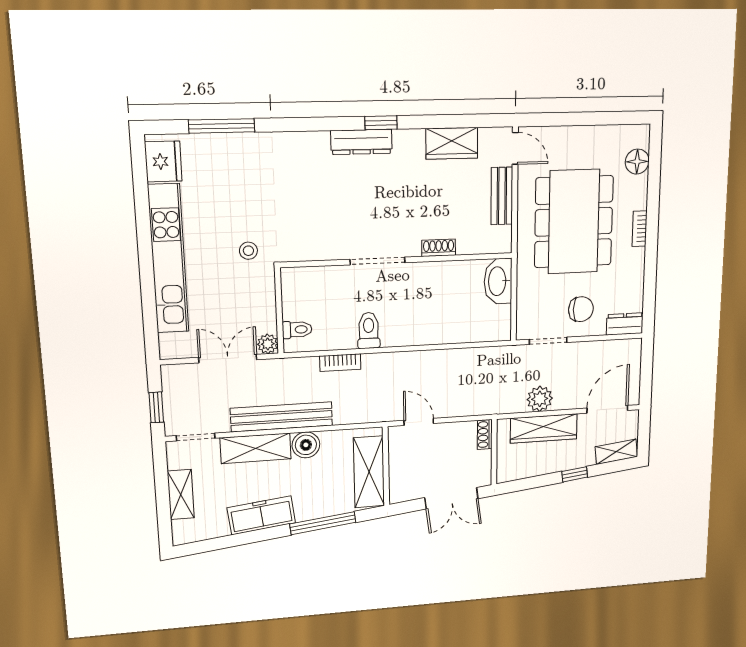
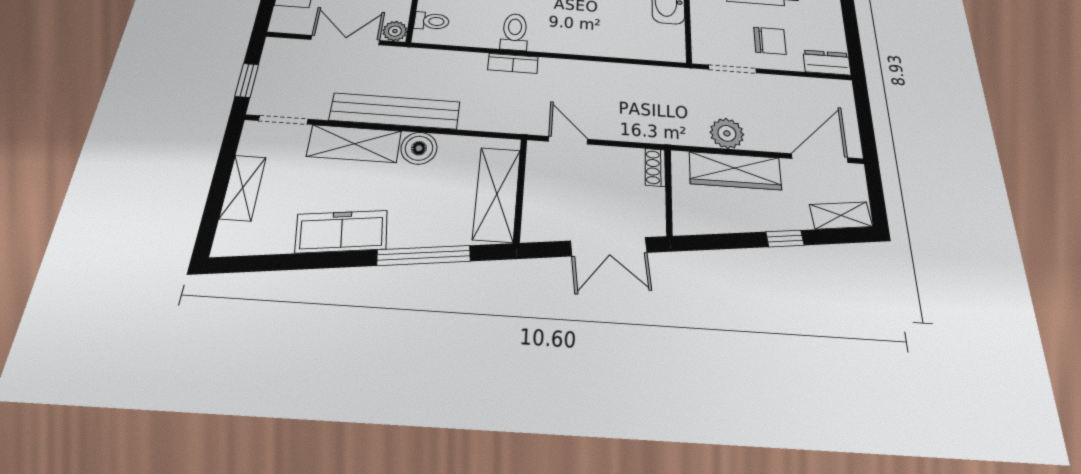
bookcase: (340, 363) -> (513, 63), moved

